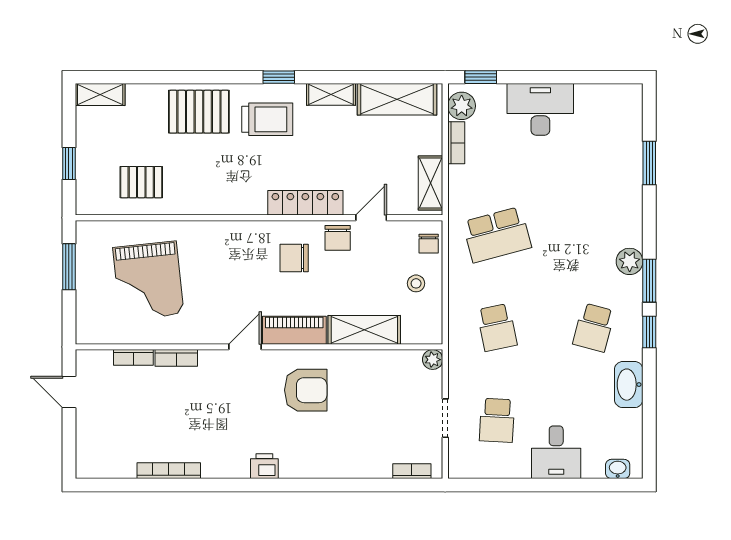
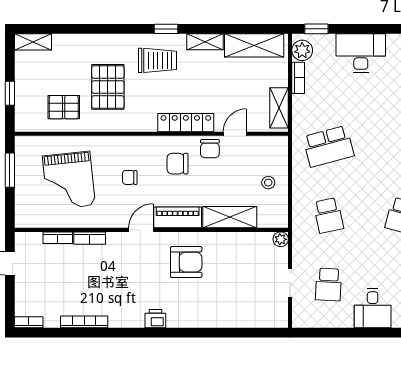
pallet: (199, 112) -> (108, 87), moved, turned 90
chair: (429, 244) -> (130, 177), moved, turned 90
bookcase: (412, 471) -> (29, 322), moved

